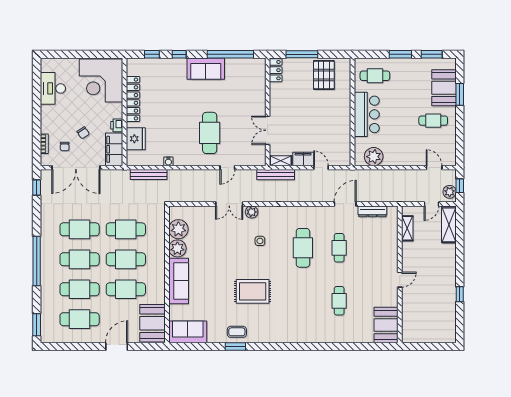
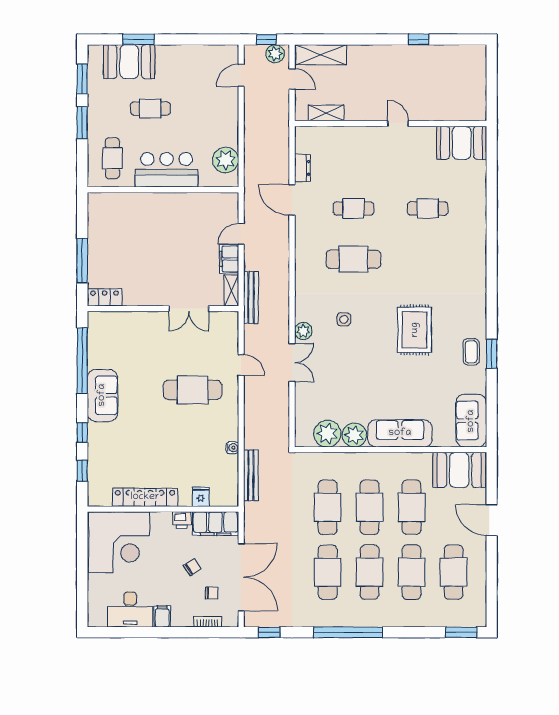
pallet: (324, 75) -> (111, 230), removed
filing cabinet: (48, 111) -> (162, 616), added
cafe table: (433, 121) -> (150, 109), moved, turned 90
fridge: (136, 139) -> (201, 497), width x0.53, depth x0.75
dresser: (372, 211) -> (302, 168), width x0.70
window: (37, 261) -> (348, 632), moved

